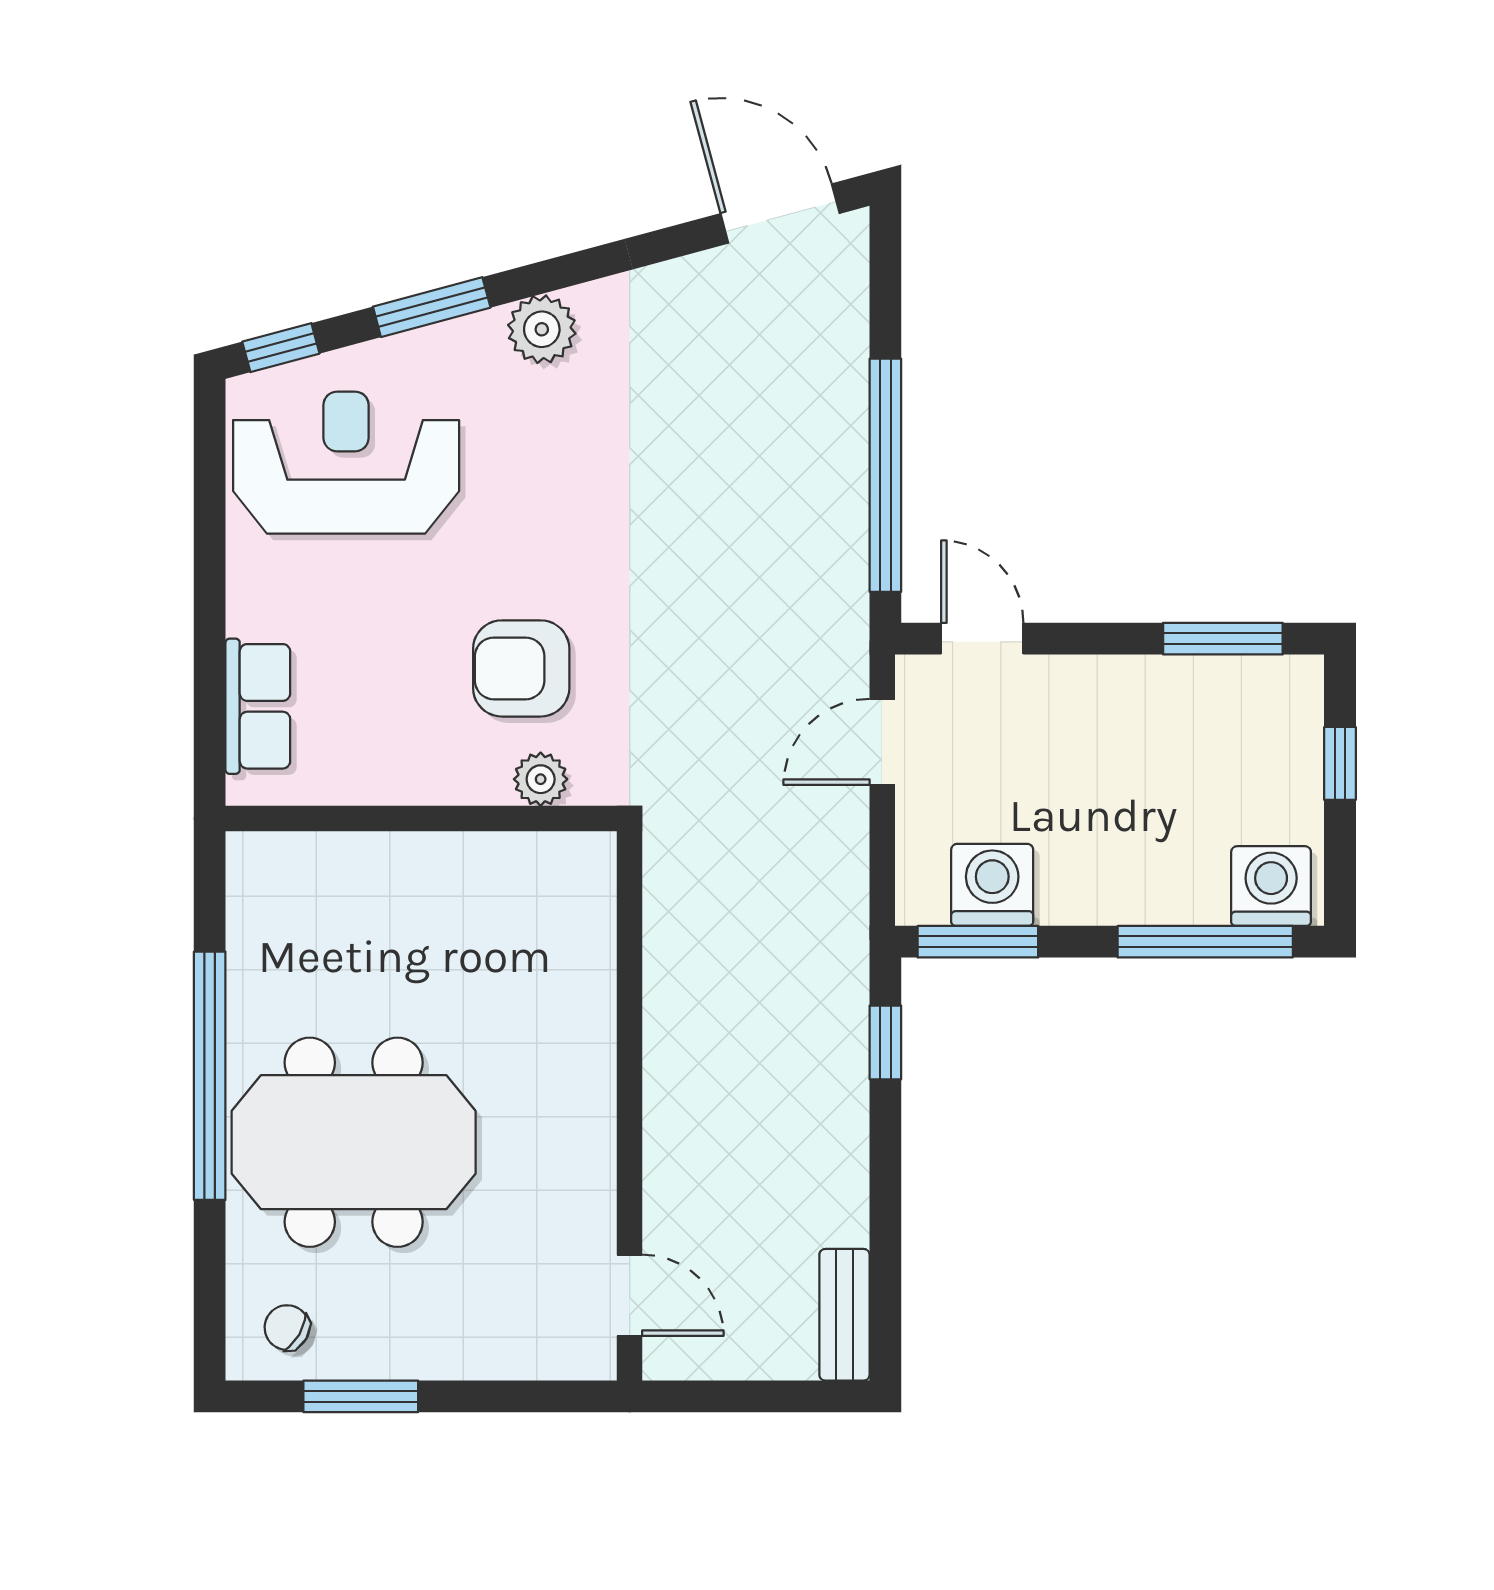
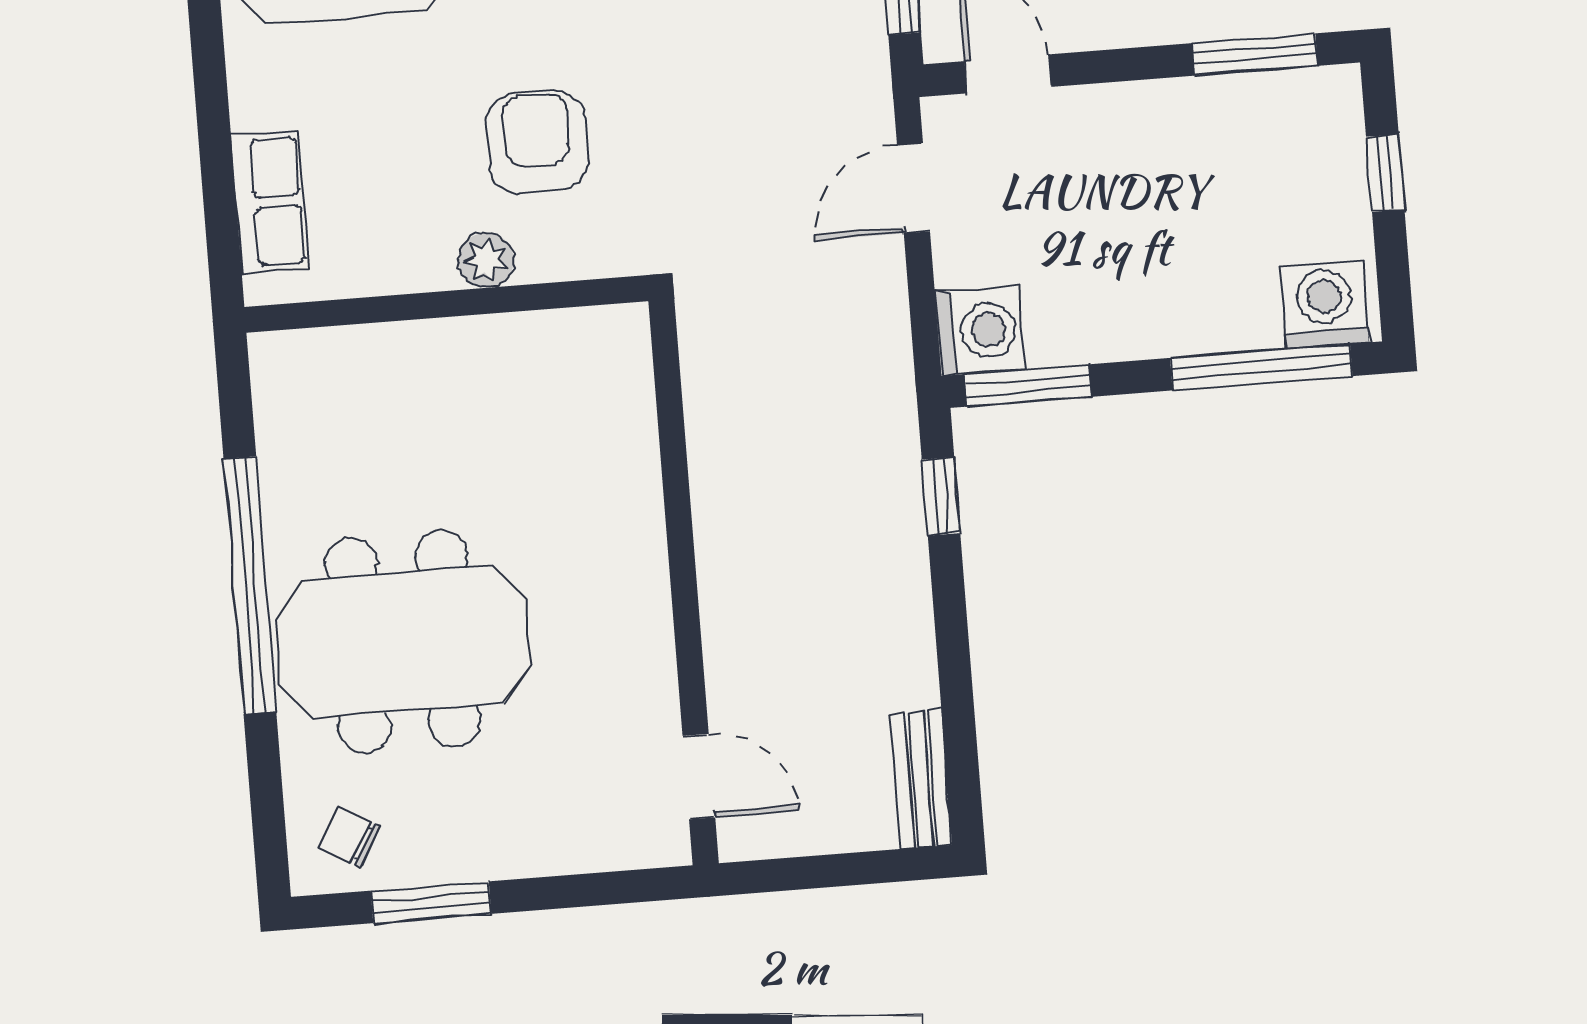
armchair: (521, 668) -> (537, 142), turned 90
plant: (541, 779) -> (486, 260), moved
washing machine: (992, 885) -> (980, 331), moved, turned 90

